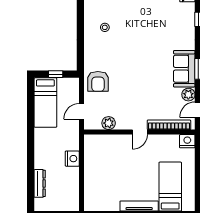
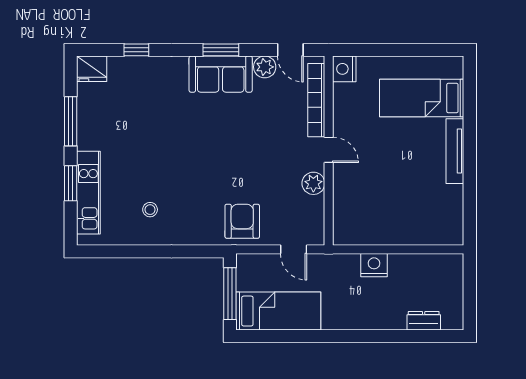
window: (56, 74) -> (230, 294), width x2.17
armchair: (98, 81) -> (242, 221), turned -90
plant: (109, 123) -> (313, 183), moved
dresser: (40, 183) -> (424, 321), width x0.70

